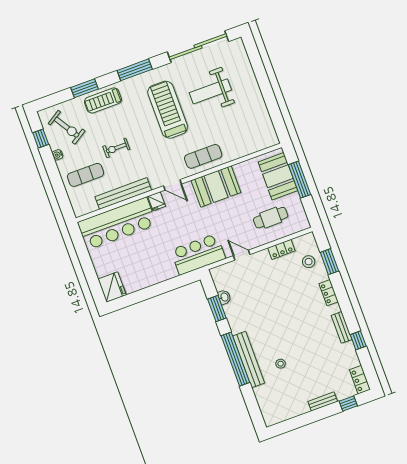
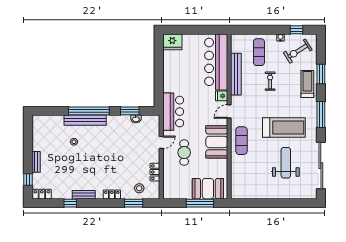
cafe table: (271, 218) -> (184, 153), moved

